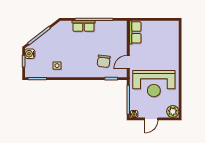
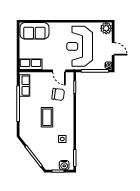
row of seats: (84, 26) -> (24, 86), moved
sofa: (170, 36) -> (34, 31), added
coffee table: (80, 50) -> (47, 117), added
water cooler: (30, 54) -> (64, 165), moved
reception desk: (154, 84) -> (80, 46), turned 180

